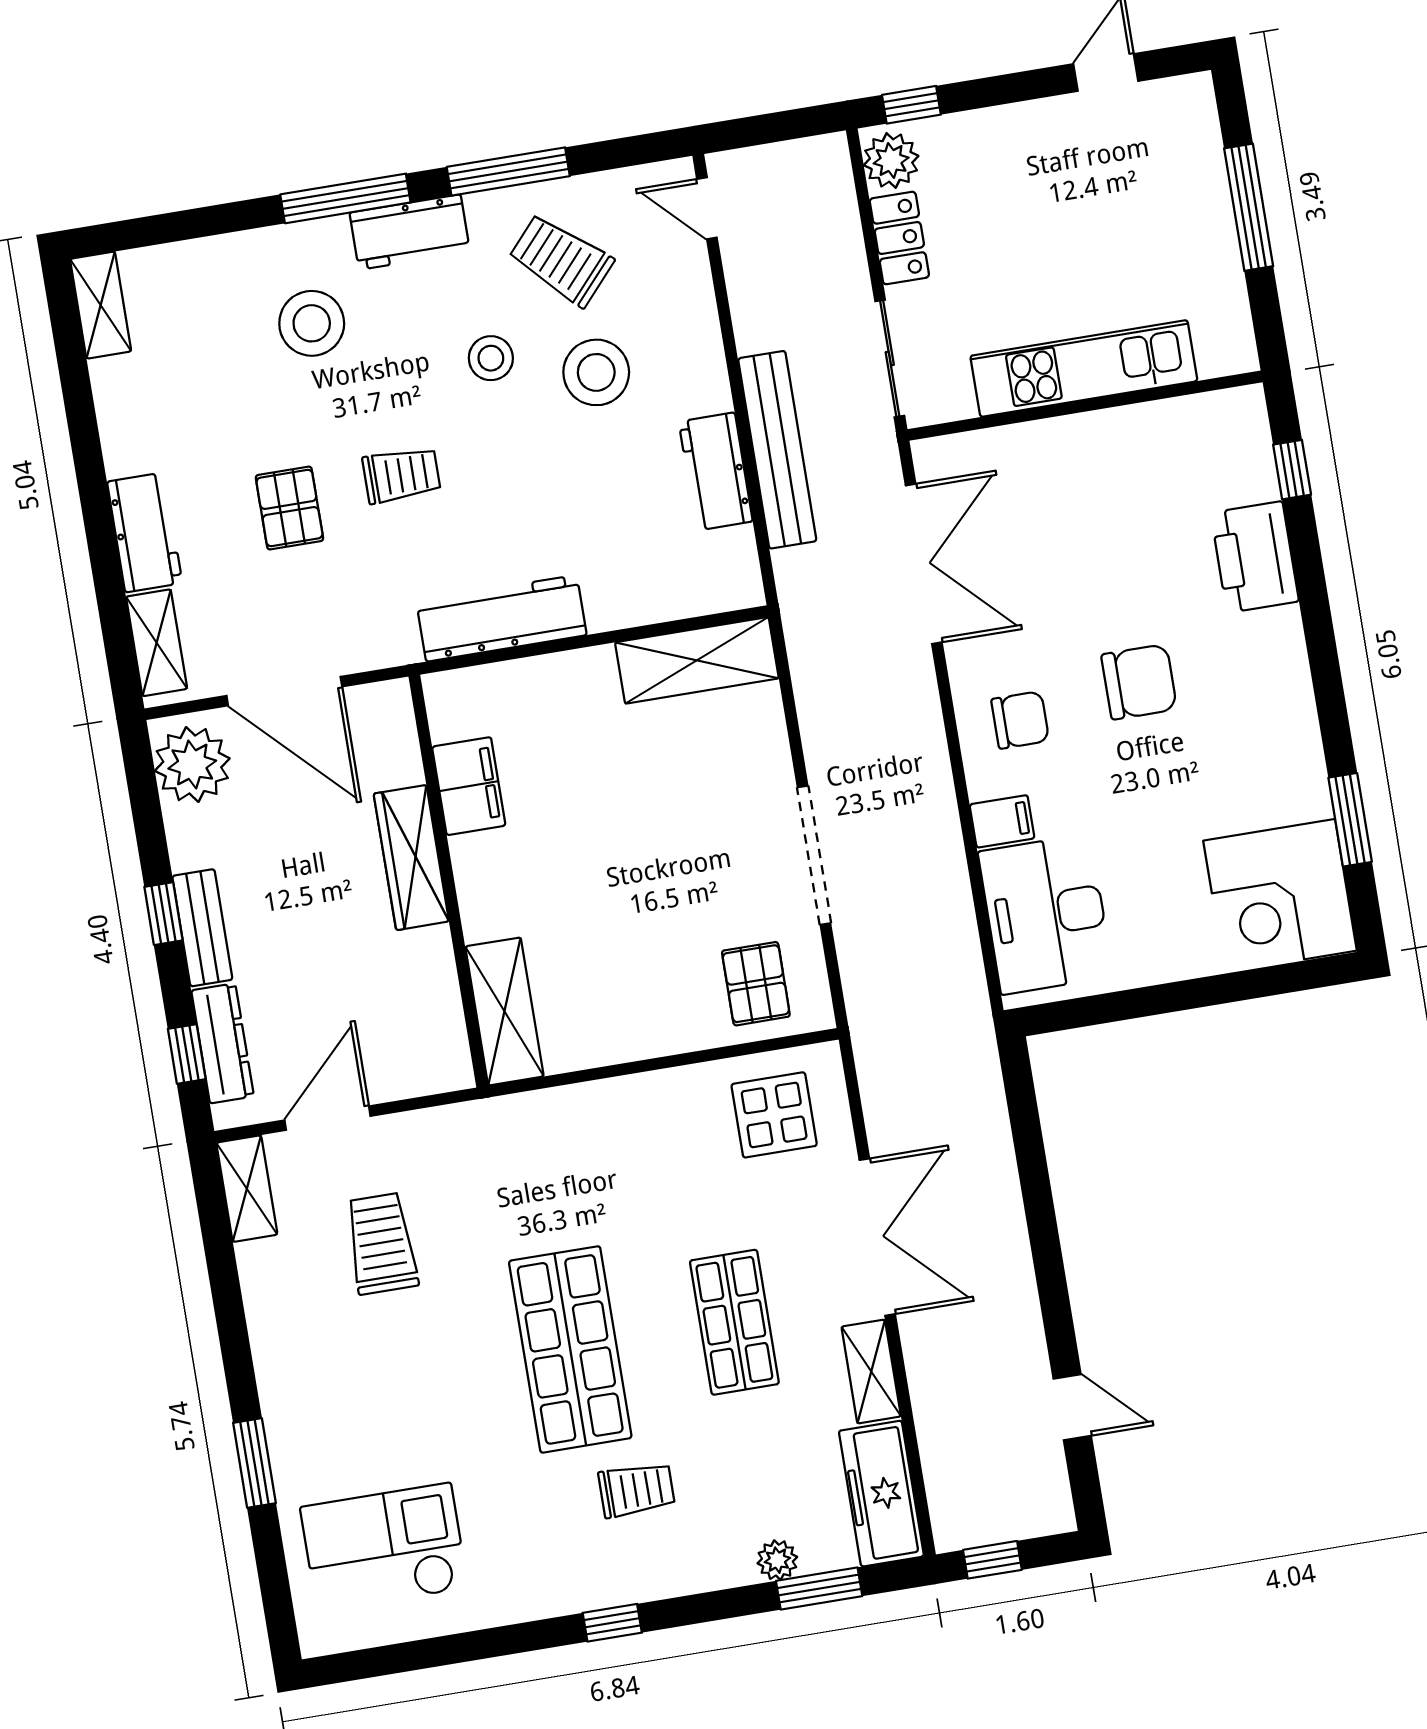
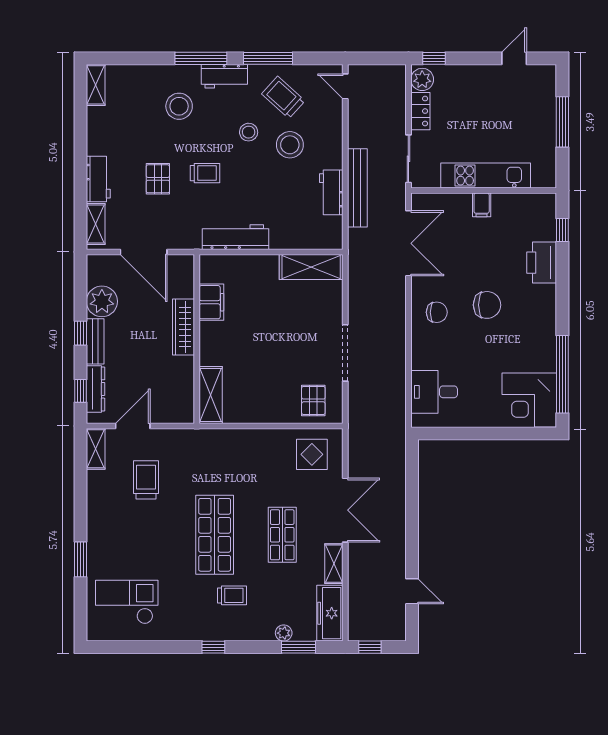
plant: (192, 765) -> (102, 301), moved
window: (1350, 820) -> (562, 374), width x2.11
filing cabinet: (1002, 821) -> (482, 205), moved, turned 90
desk: (1046, 914) -> (434, 392), width x0.73

